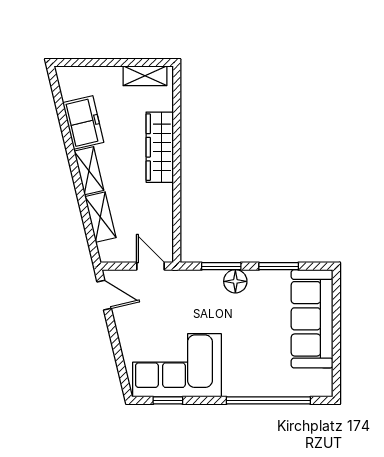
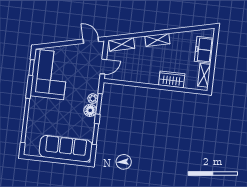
freezer: (83, 122) -> (204, 50), moved, turned 103
wardrobe: (160, 147) -> (172, 79), width x0.67
shelving: (100, 217) -> (122, 44), moved
plant: (213, 279) -> (93, 99), added
door: (104, 295) -> (91, 40), swing flipped

